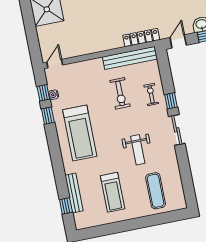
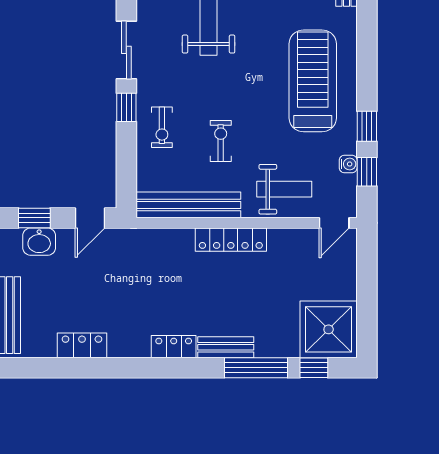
locker: (141, 38) -> (231, 240), moved
weight bench: (83, 76) -> (284, 189), added
exercise bike: (120, 93) -> (221, 141), width x0.73, depth x0.72

